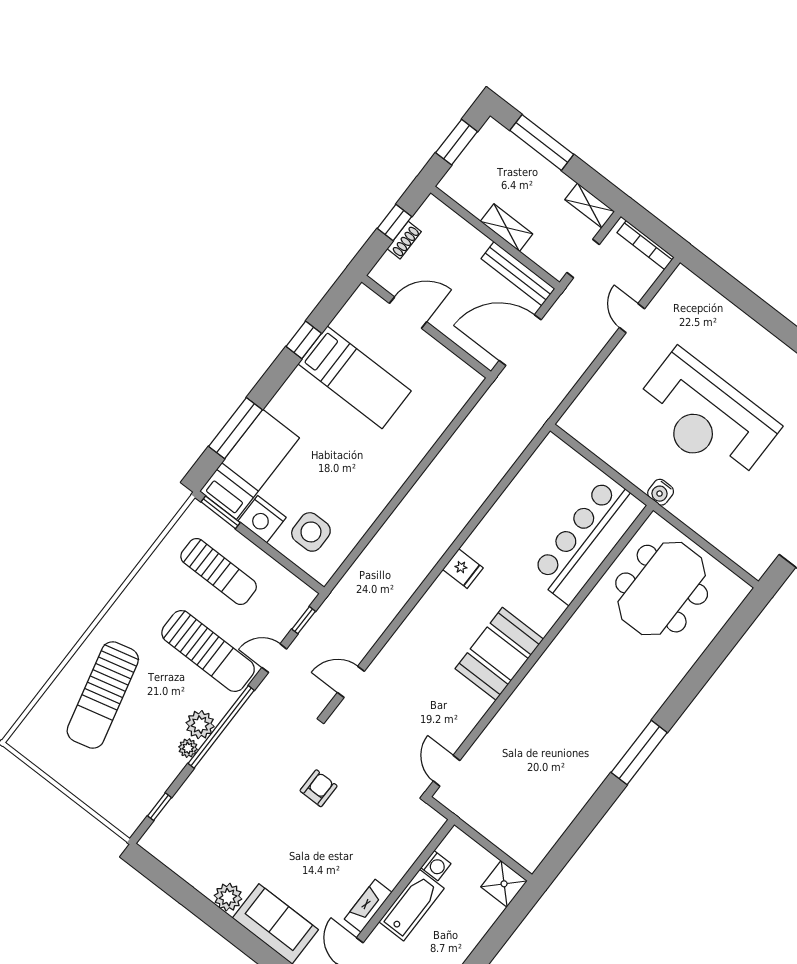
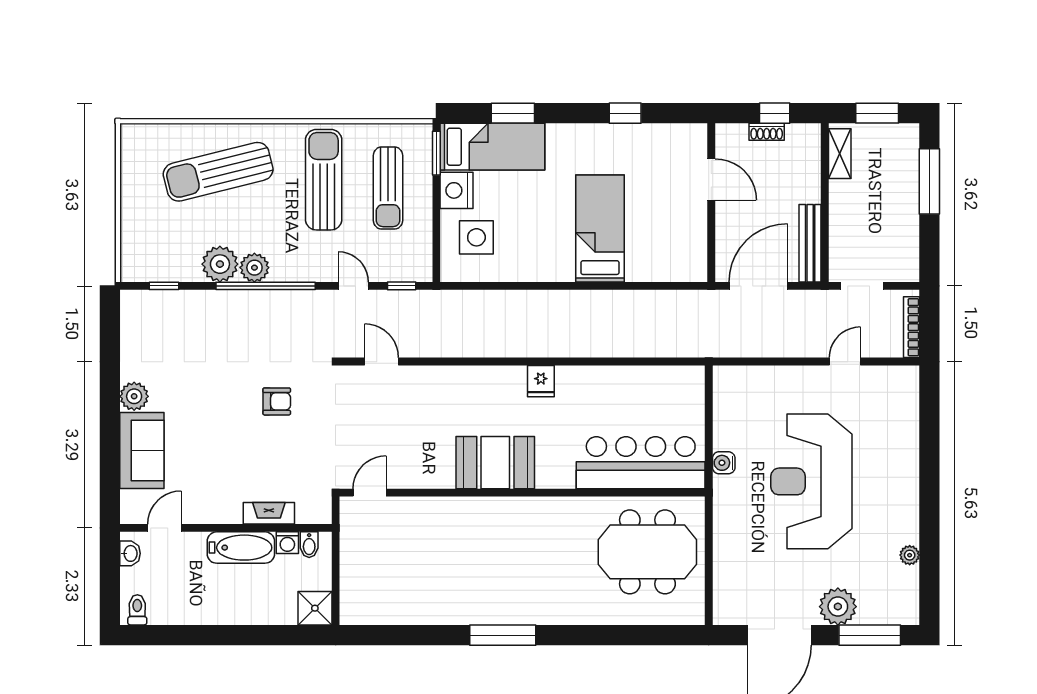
shelving: (590, 206) -> (909, 258), removed
shelving: (507, 228) -> (840, 154), moved
door: (520, 340) -> (758, 286), hinge flipped
bed: (355, 377) -> (600, 228), moved, turned 180
window: (236, 428) -> (513, 113), width x0.69
water cooler: (661, 492) -> (724, 463), moved
sun lounger: (208, 651) -> (324, 180), moved, turned 180
plant: (188, 748) -> (220, 264), width x1.88, depth x1.88
bidet: (451, 850) -> (309, 545), added
fireplace: (368, 906) -> (269, 513), moved

